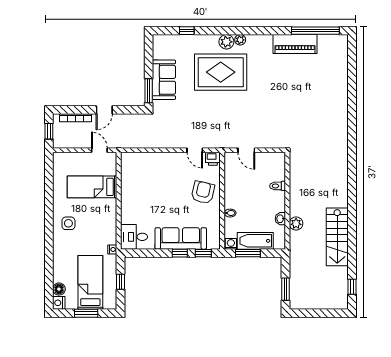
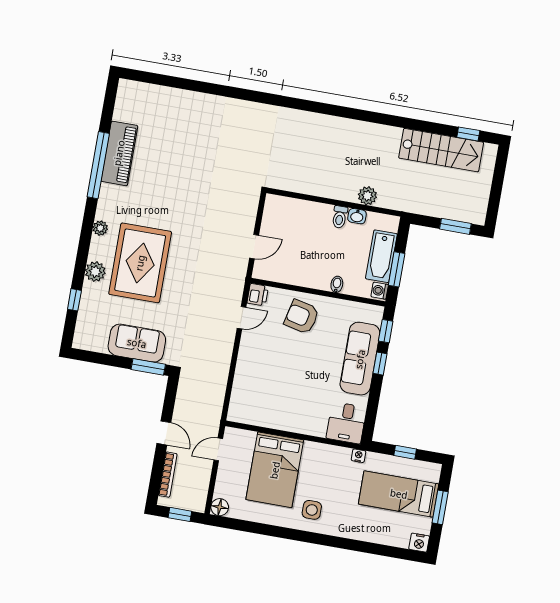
window: (315, 31) -> (98, 165), moved
plant: (226, 42) -> (95, 272), moved
toilet: (278, 186) -> (340, 217), moved
bed: (92, 187) -> (275, 470), width x1.50
stairs: (337, 237) -> (441, 150), moved
floor lamp: (59, 289) -> (220, 507), moved

